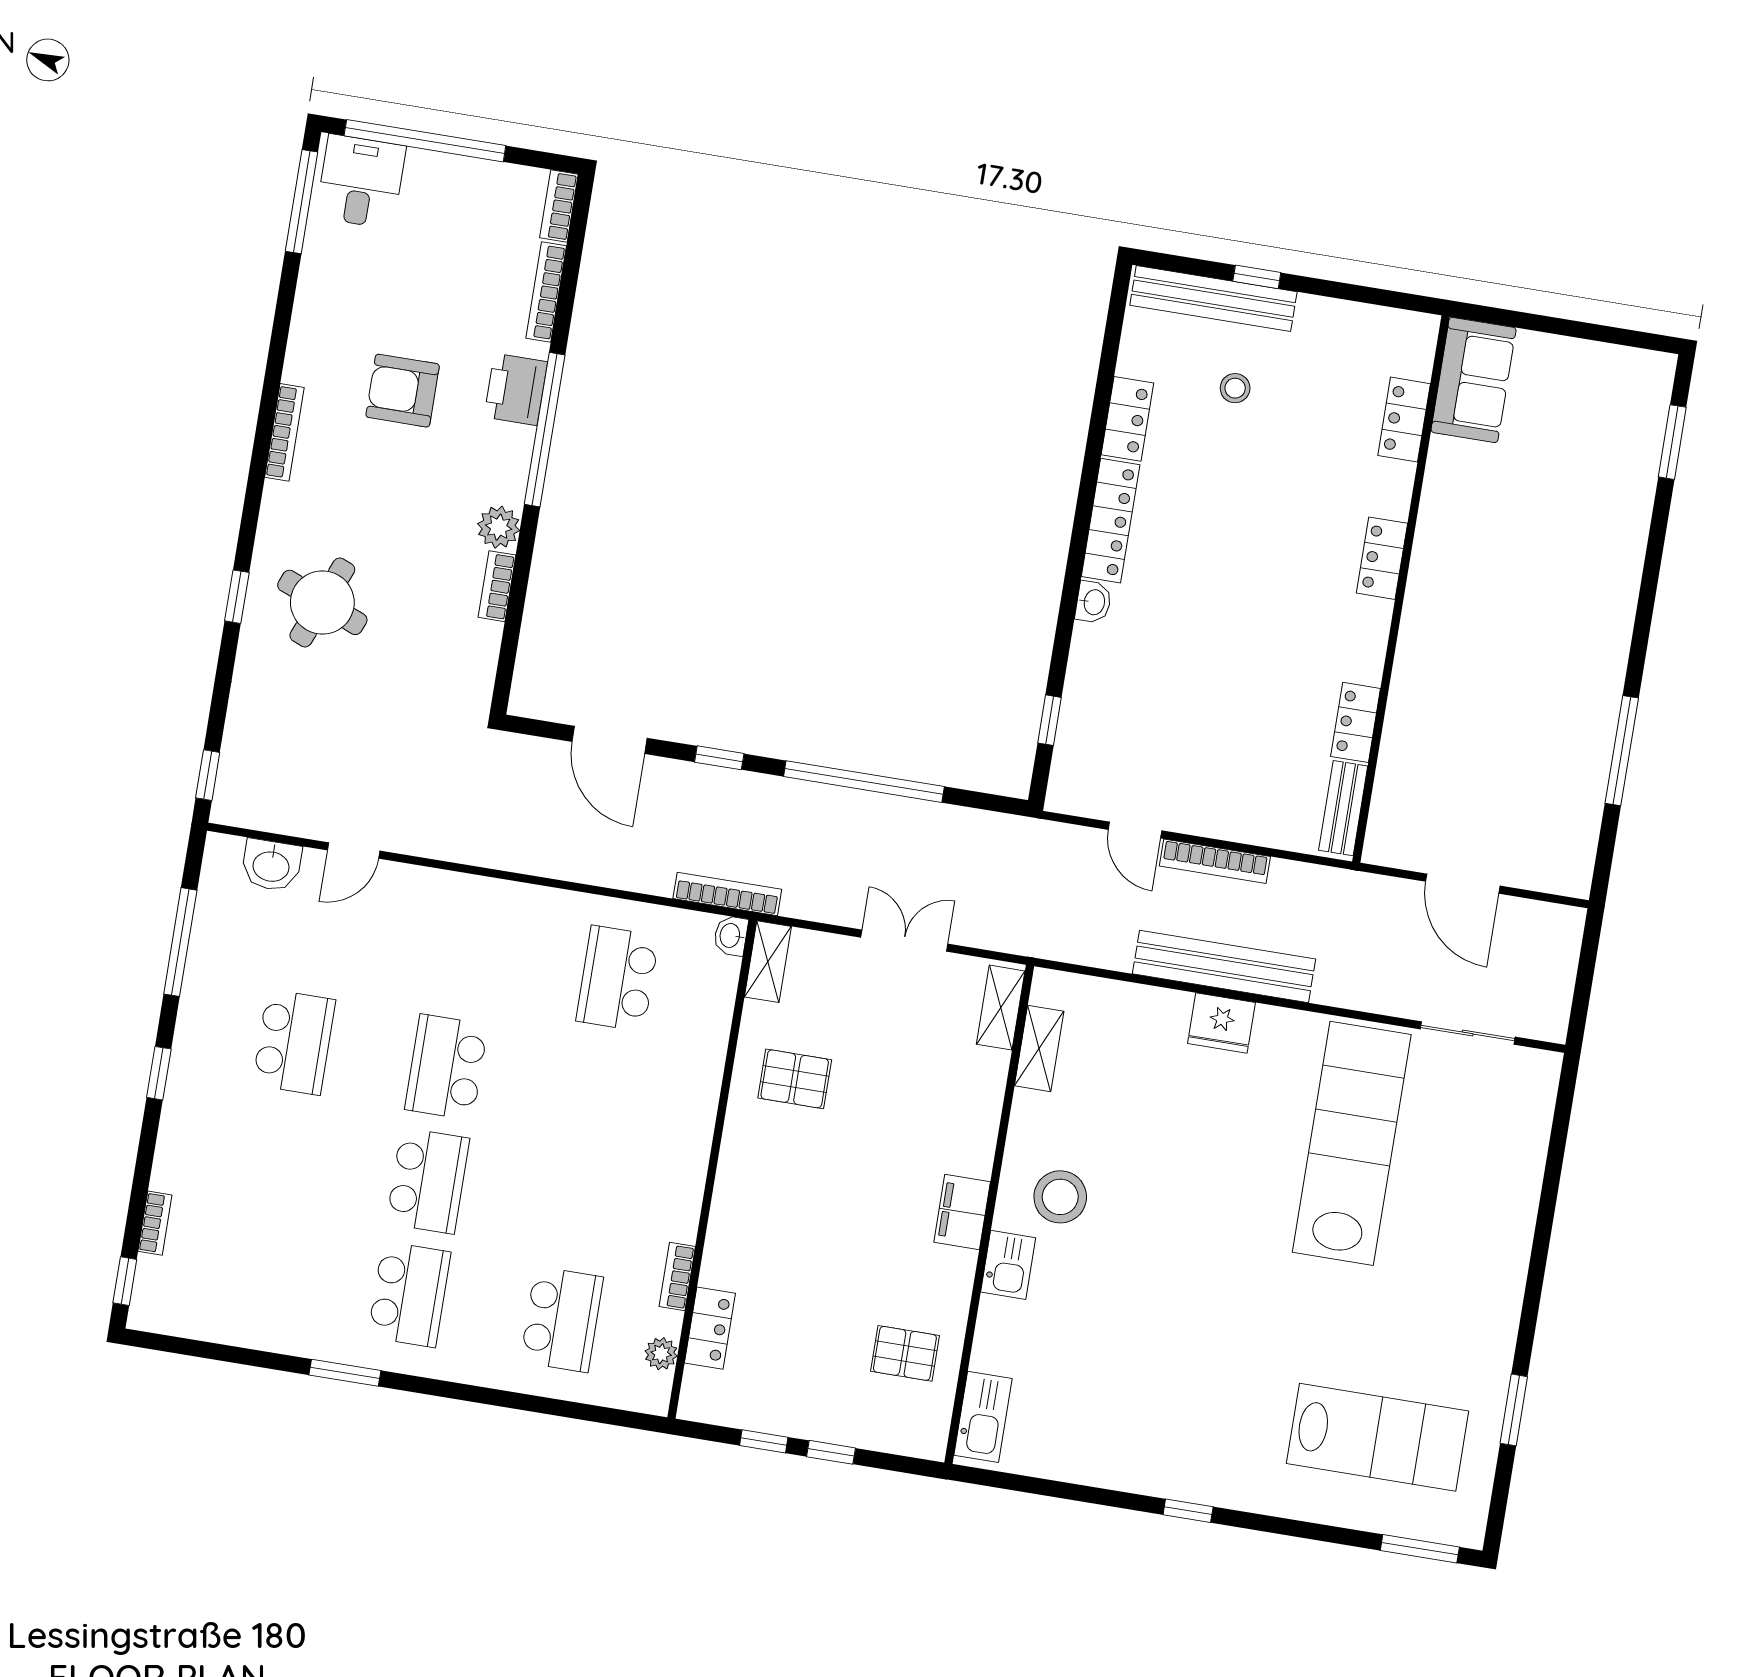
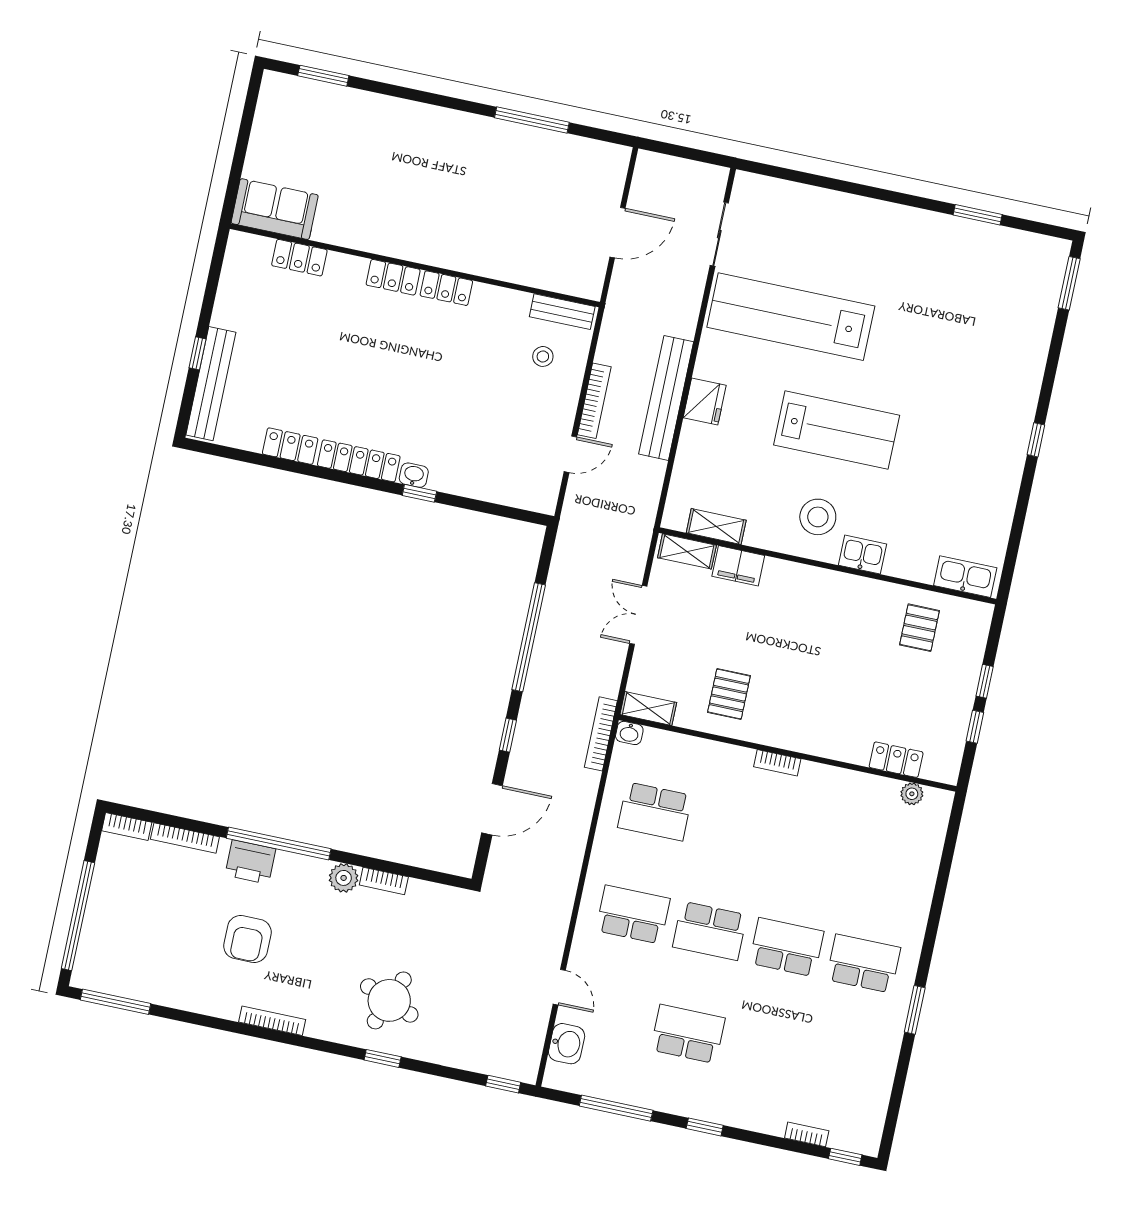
desk: (361, 182) -> (104, 961), removed
stool: (1235, 388) -> (543, 356), moved
window: (1050, 720) -> (419, 493), moved
locker: (1356, 722) -> (446, 288), moved
filing cabinet: (962, 1212) -> (738, 566), moved
bookcase: (677, 1277) -> (777, 763), moved
school desk: (562, 1319) -> (633, 915), moved
lab bench: (1378, 1437) -> (837, 430), moved, turned 90

